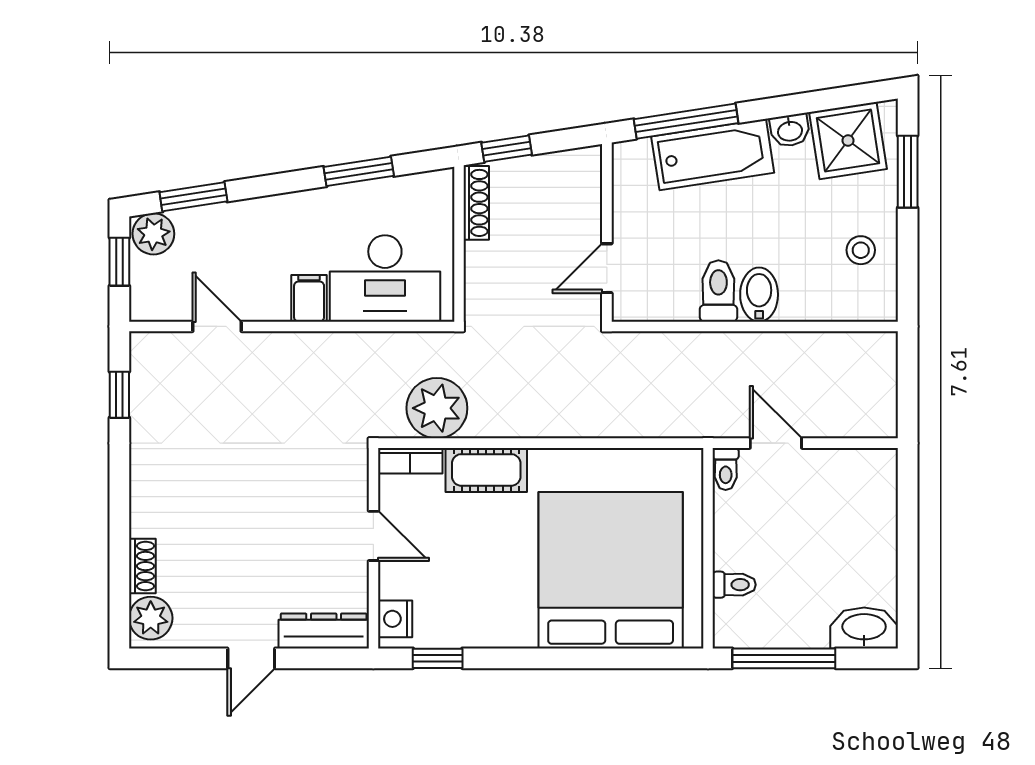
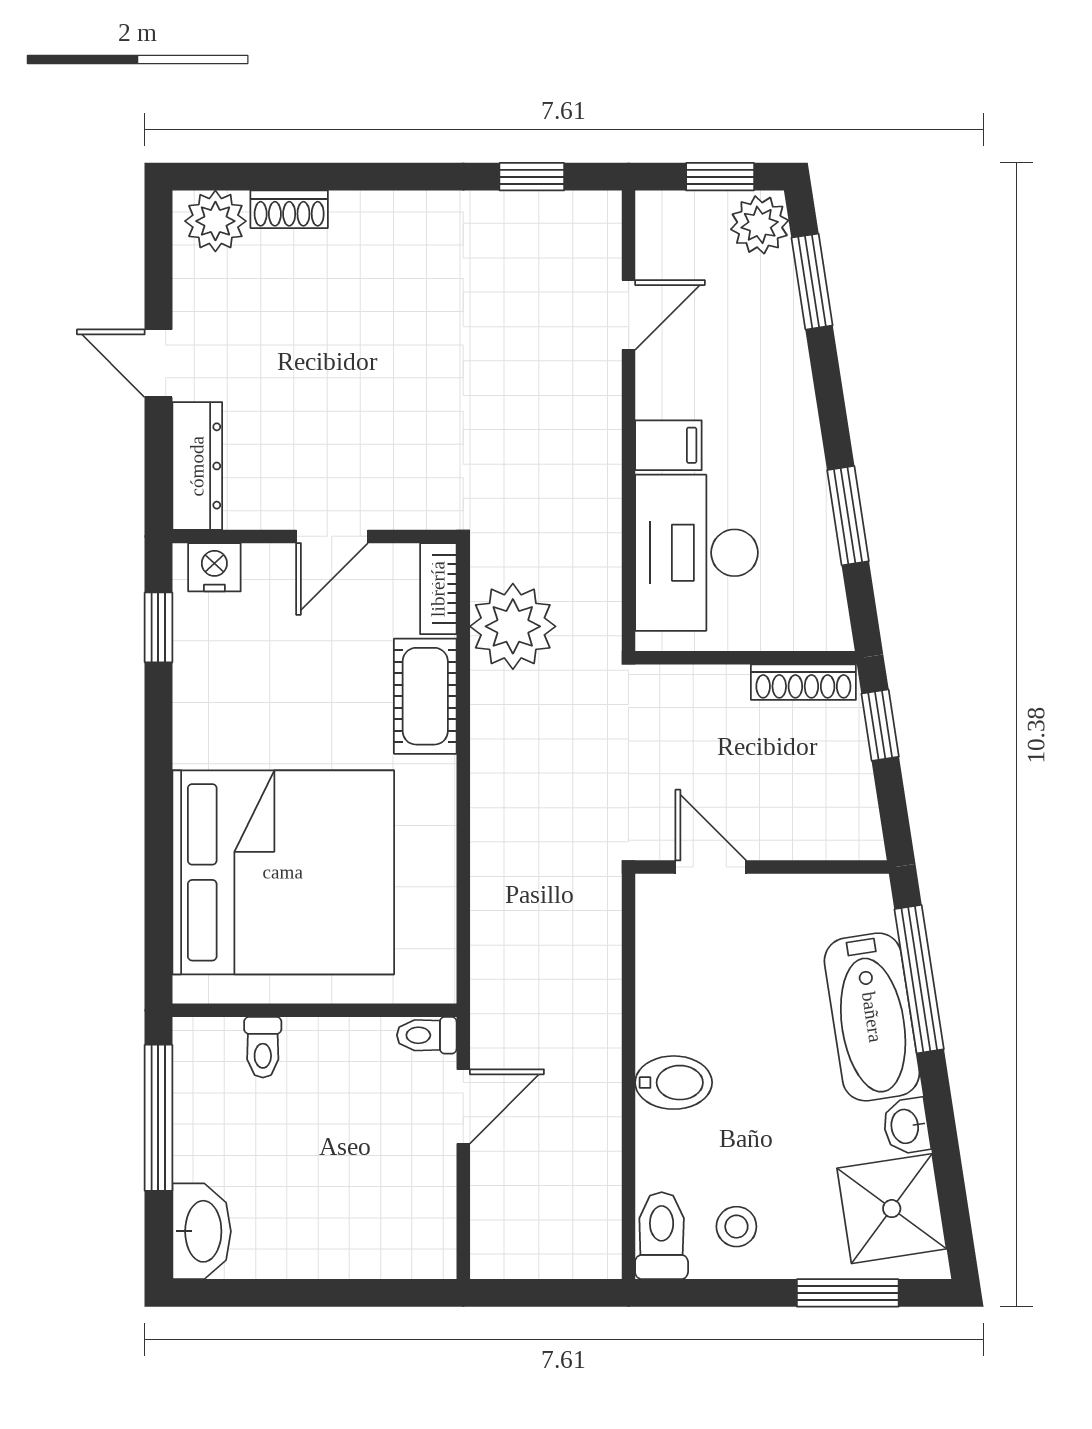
toilet: (718, 291) -> (662, 1236), moved, turned -90

